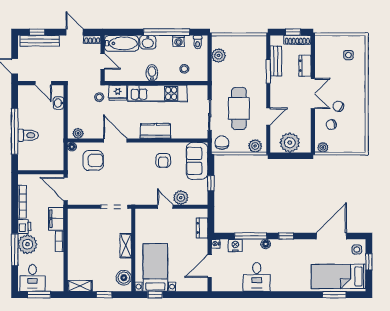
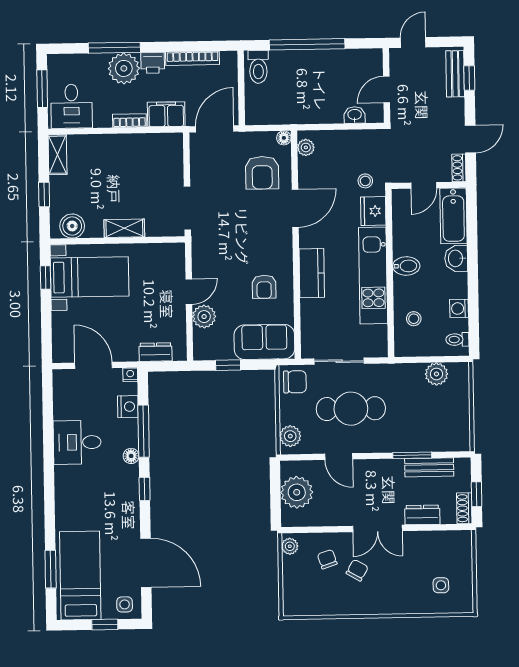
window: (167, 32) -> (473, 289), removed
shoe rack: (297, 40) -> (464, 508), width x0.70
bench: (40, 41) -> (455, 74), width x0.73
toilet: (28, 135) -> (258, 67), moved
armchair: (163, 160) -> (264, 287), turned -90
desk: (32, 278) -> (72, 106), moved, turned -90

